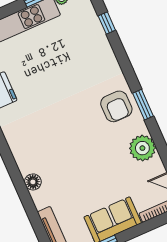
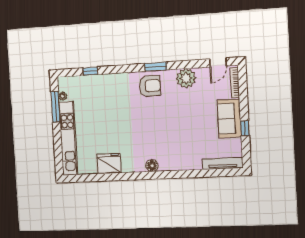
floor lamp: (33, 182) -> (152, 166), moved

